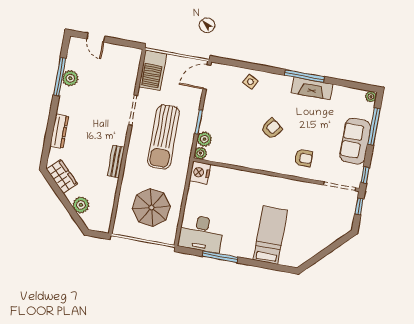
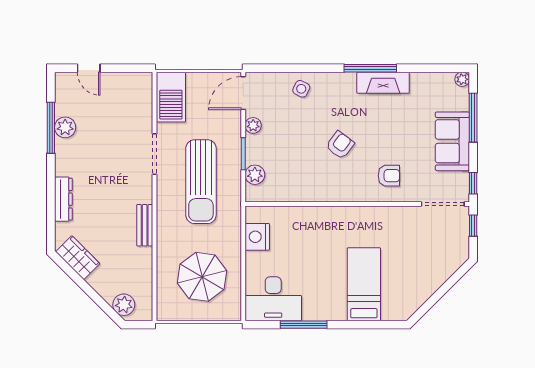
plant: (200, 153) -> (253, 125), moved
nightstand: (200, 172) -> (257, 237), moved
plant: (81, 205) -> (124, 305), moved

